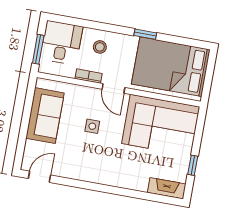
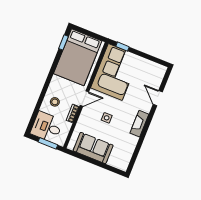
window: (145, 34) -> (63, 42), moved
window: (193, 165) -> (123, 47), moved
door: (40, 177) -> (158, 98), moved
fireplace: (167, 188) -> (139, 124), moved

